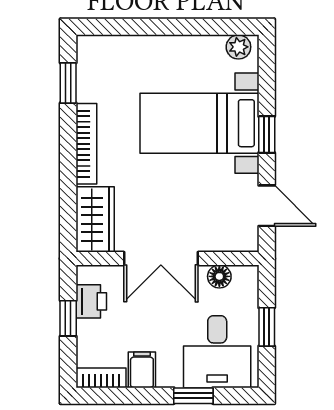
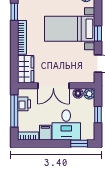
plant: (246, 278) -> (89, 94), added
window: (68, 318) -> (14, 111), width x2.17
desk: (217, 352) -> (66, 125), moved
window: (193, 396) -> (79, 144), moved

